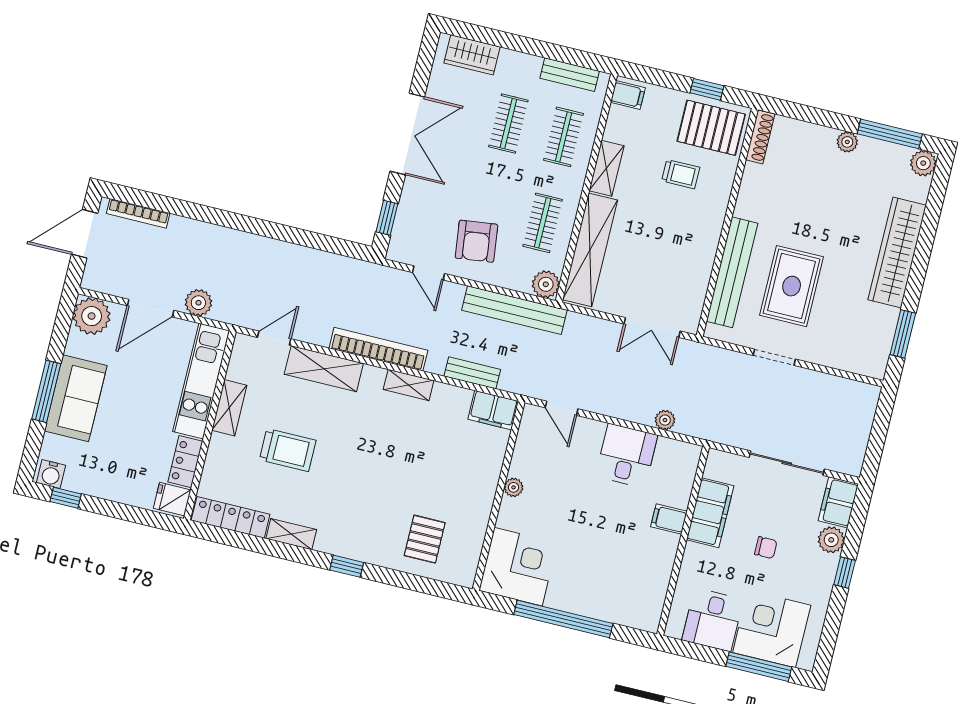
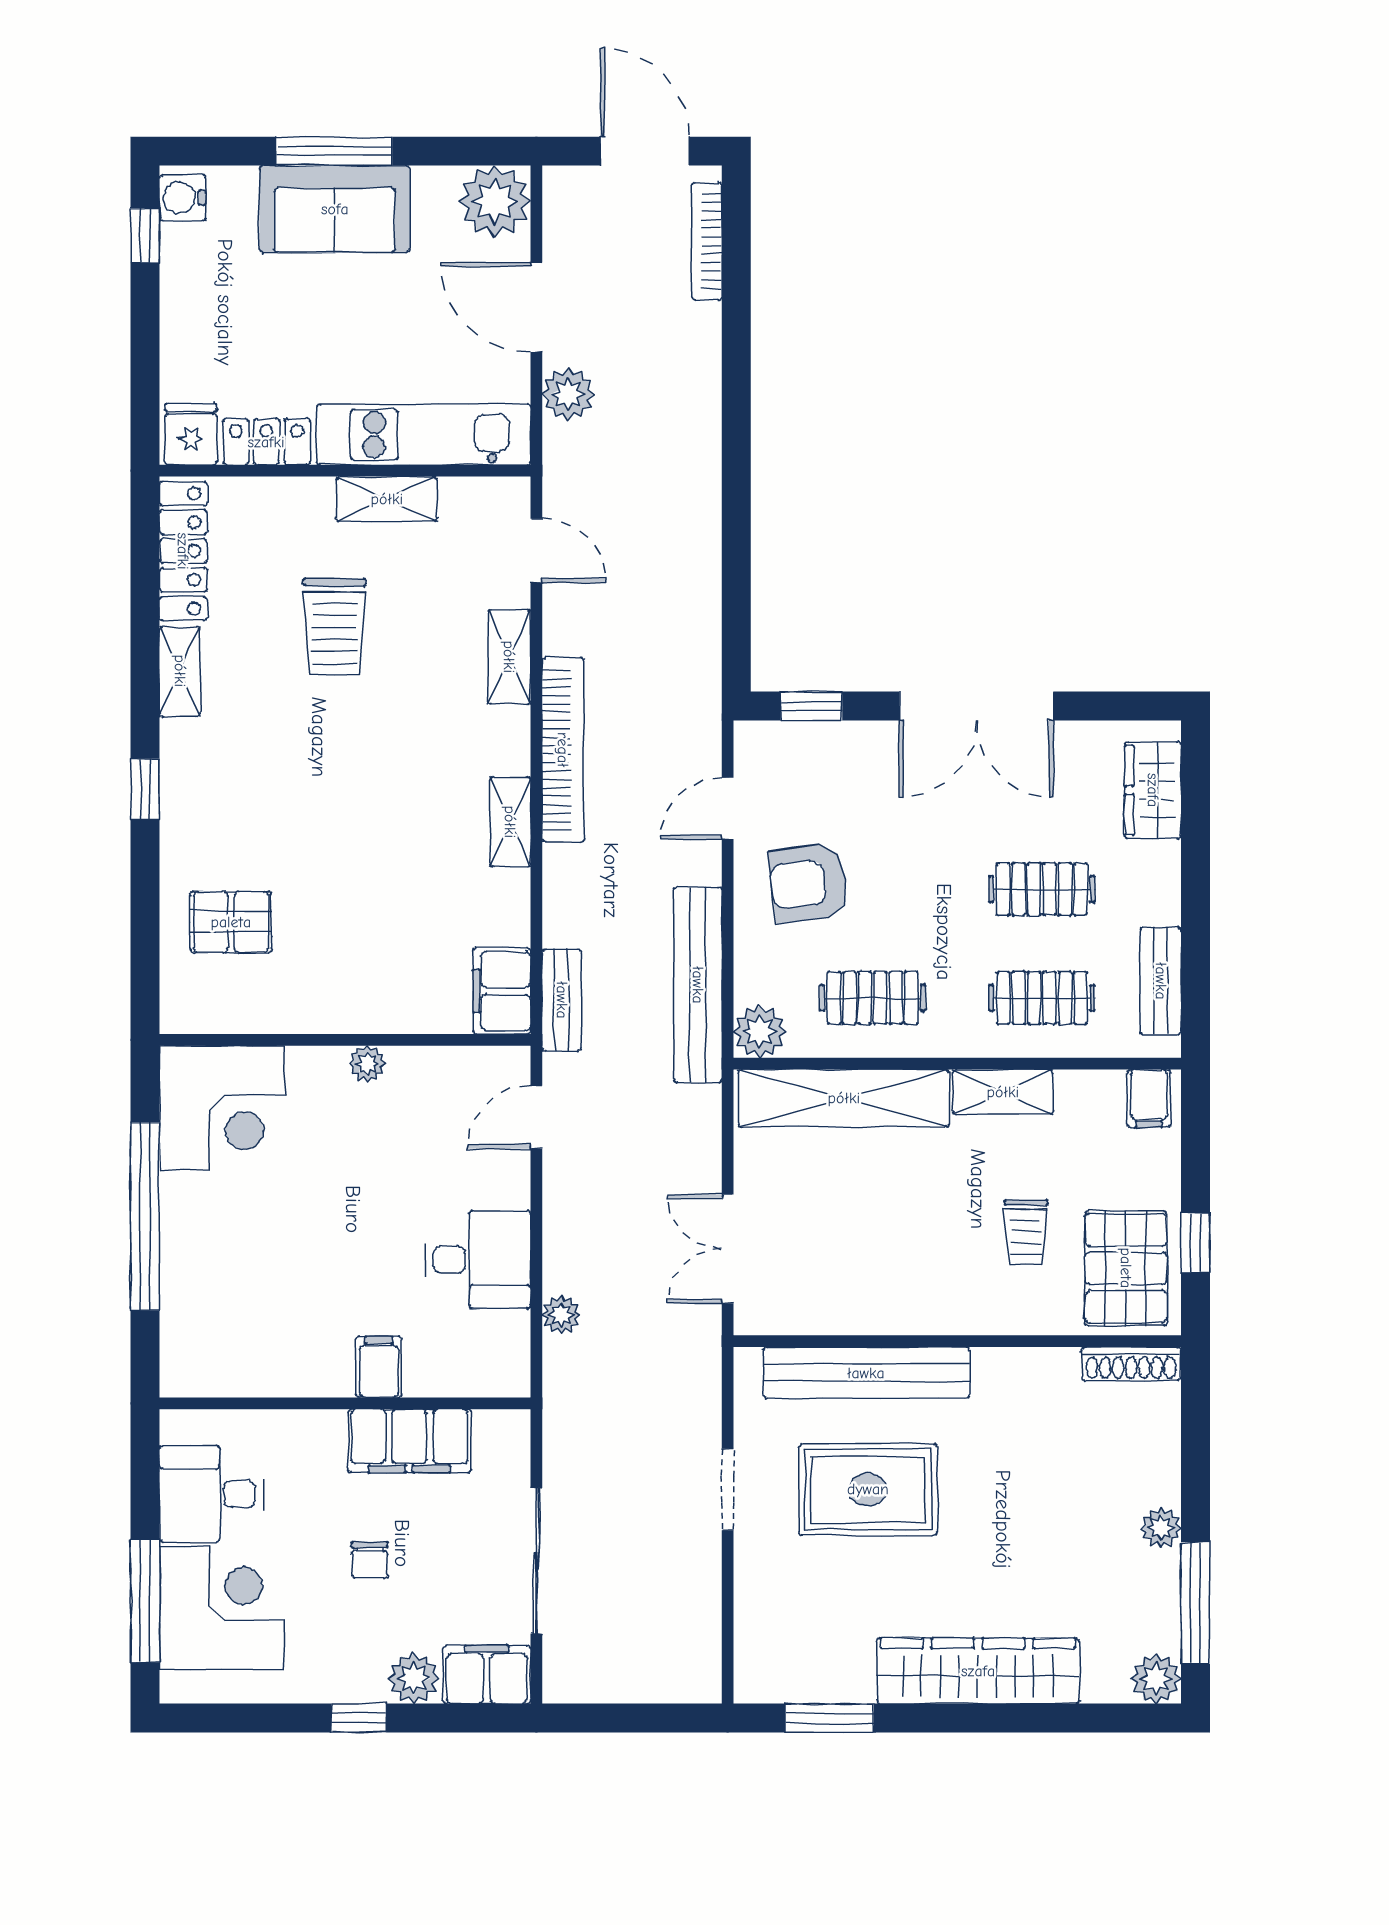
shelving: (324, 369) -> (509, 657), width x0.67, depth x0.75
bench: (472, 373) -> (562, 1000), moved

